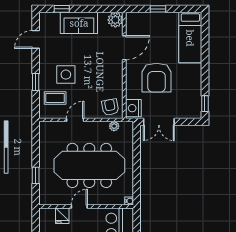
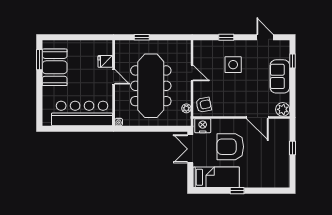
bed: (190, 38) -> (216, 177), moved, turned 180
coffee table: (55, 98) -> (212, 55), removed
window: (205, 104) -> (237, 191), moved

